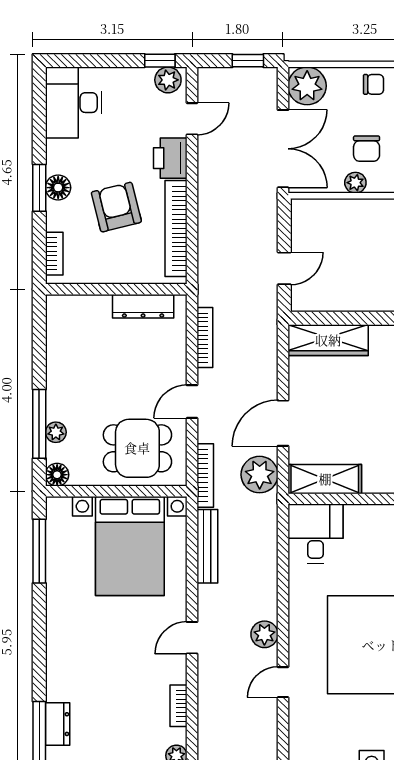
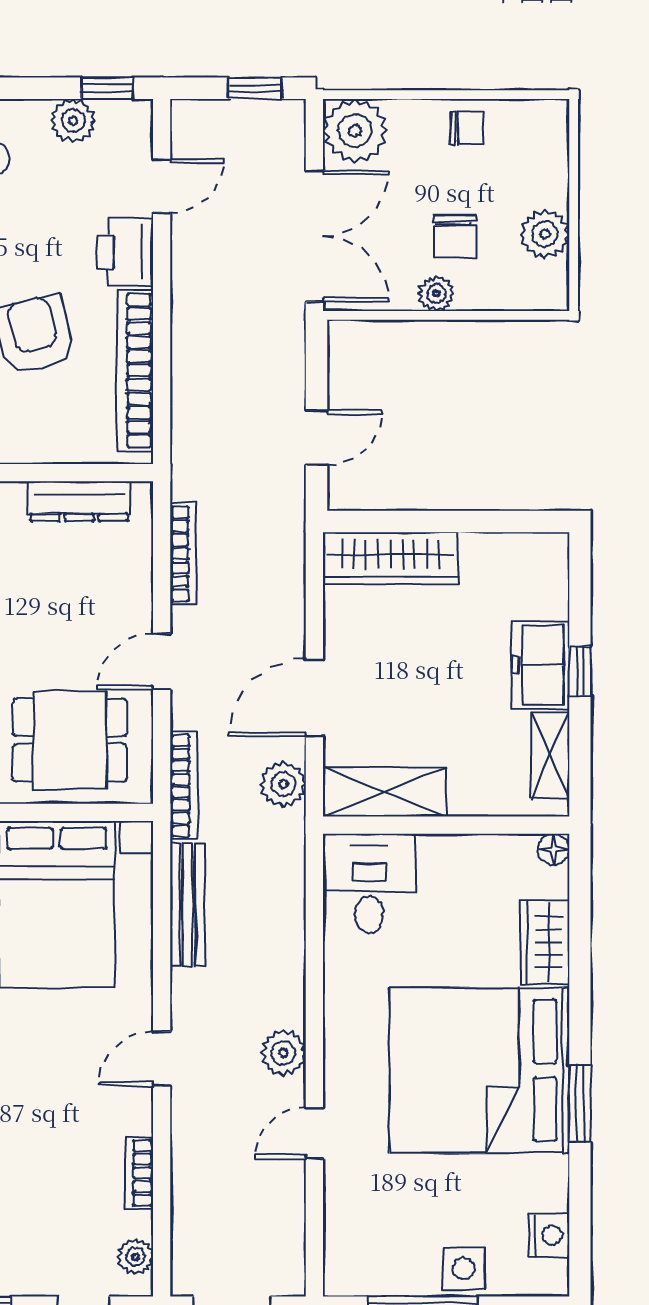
plant: (168, 80) -> (73, 121), moved
plant: (260, 475) -> (283, 784), width x0.73, depth x0.73

